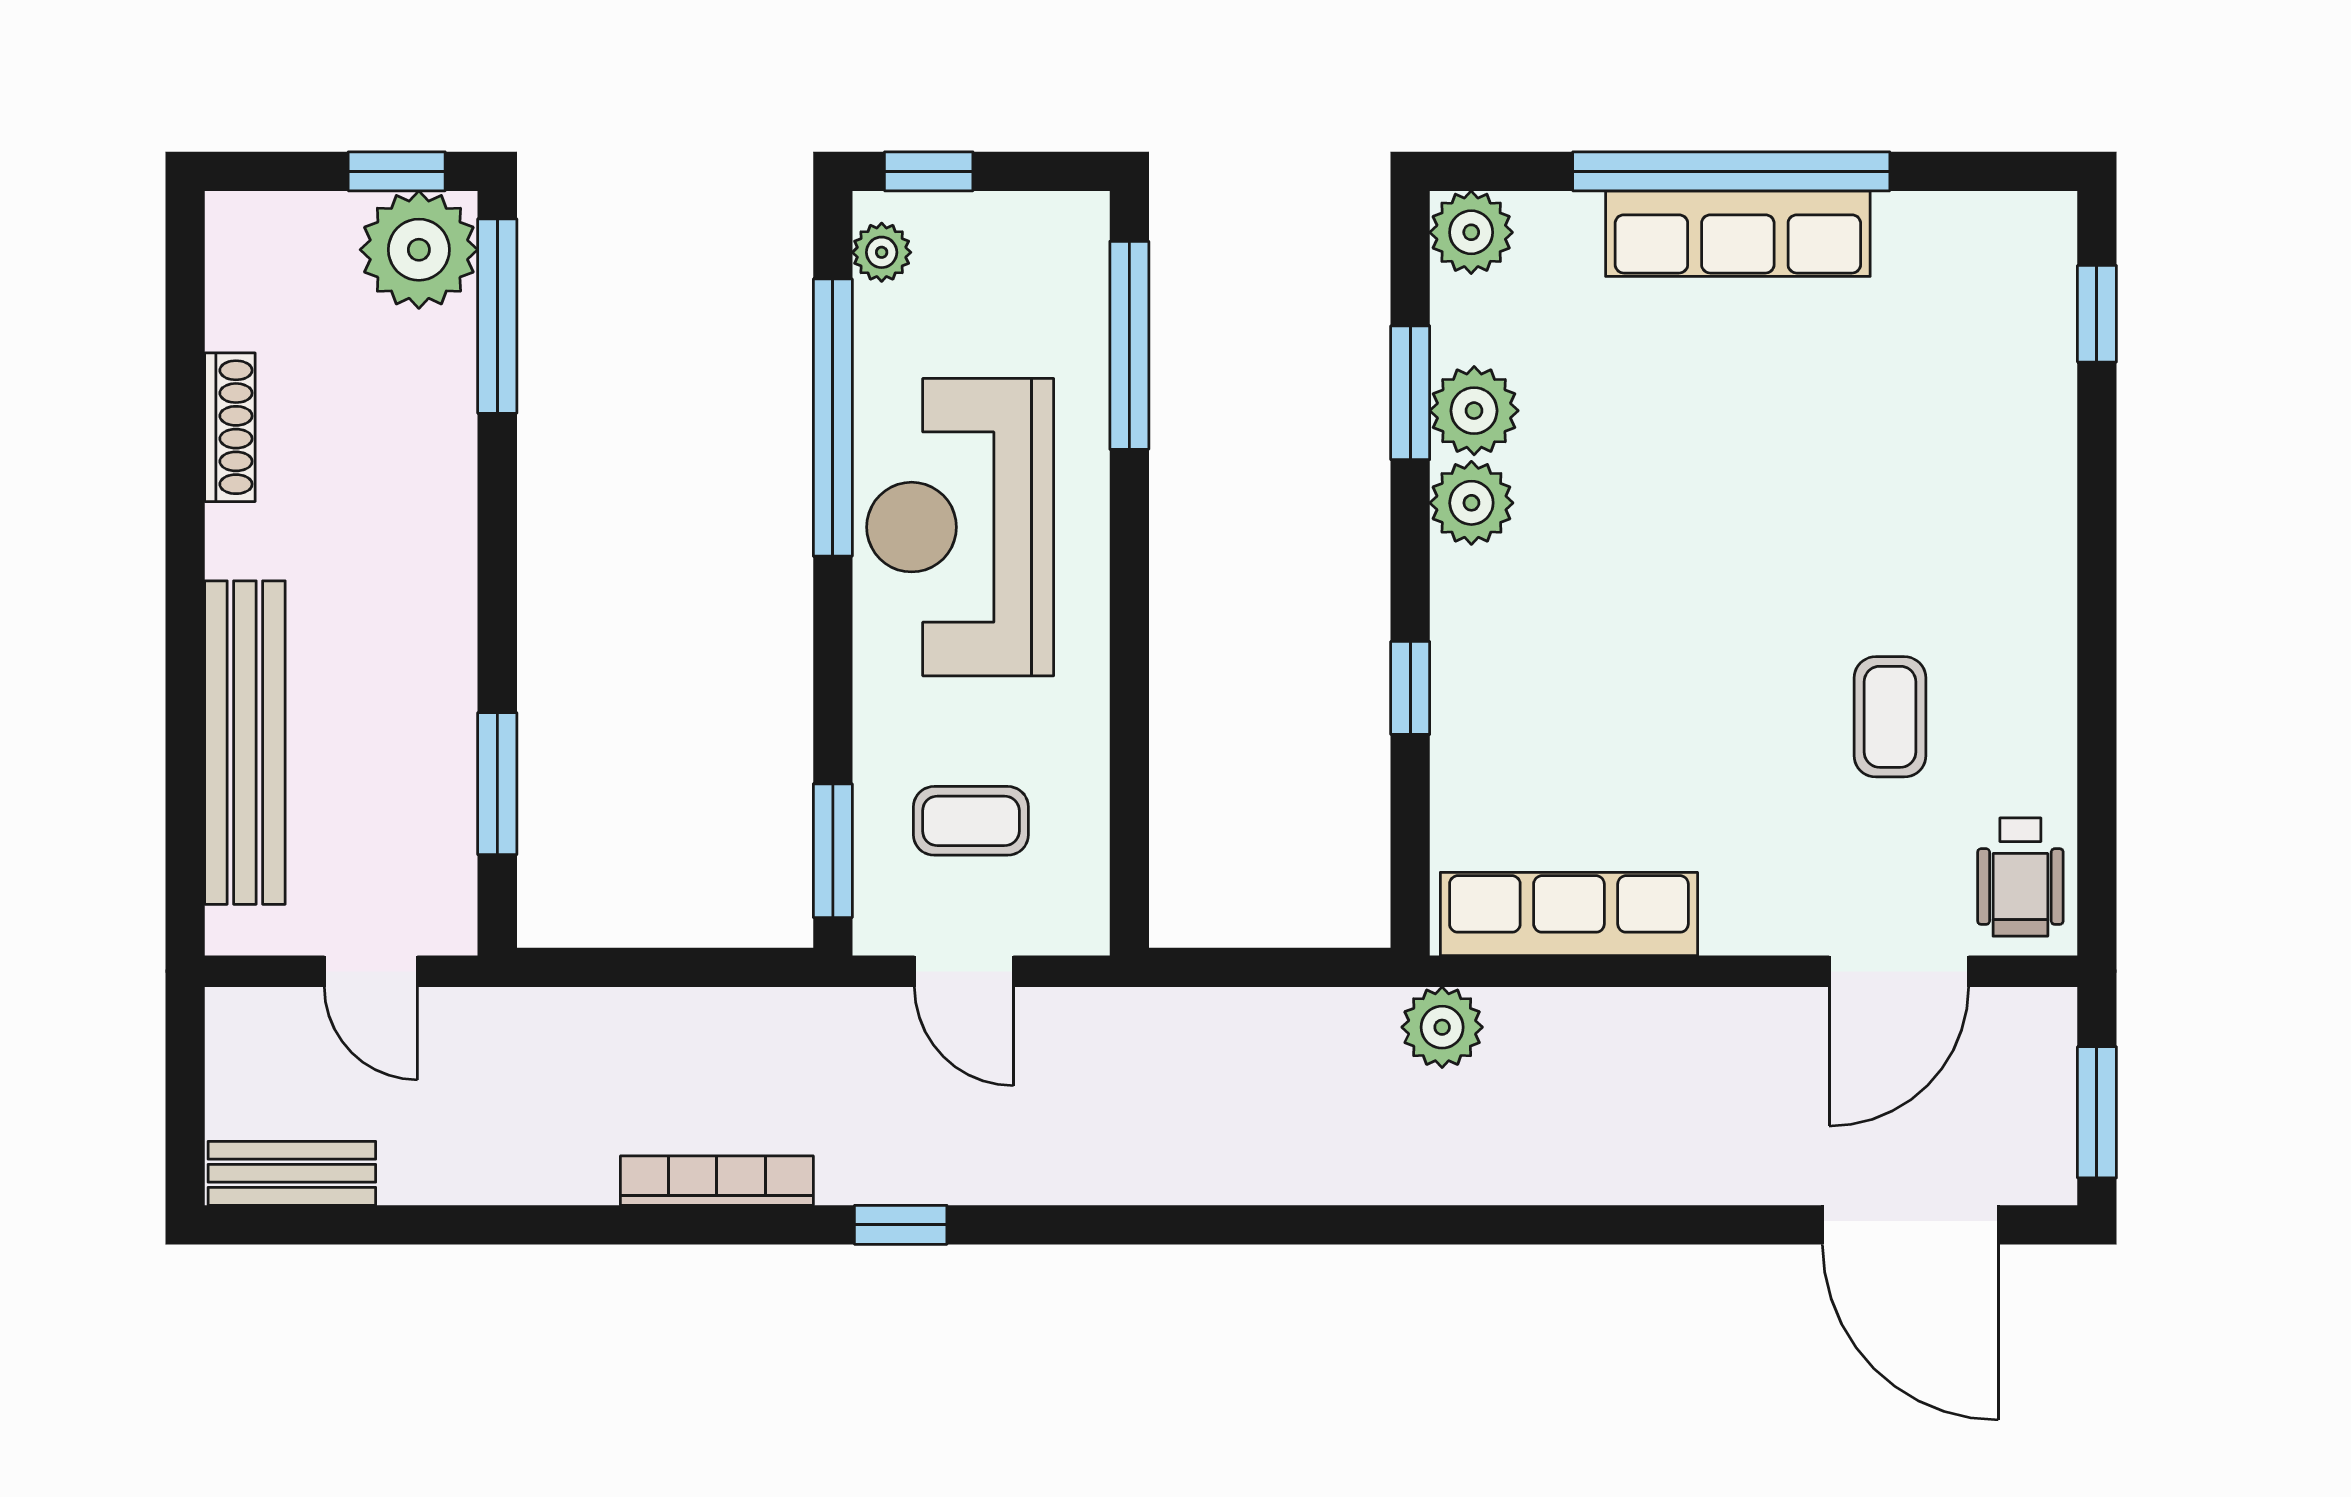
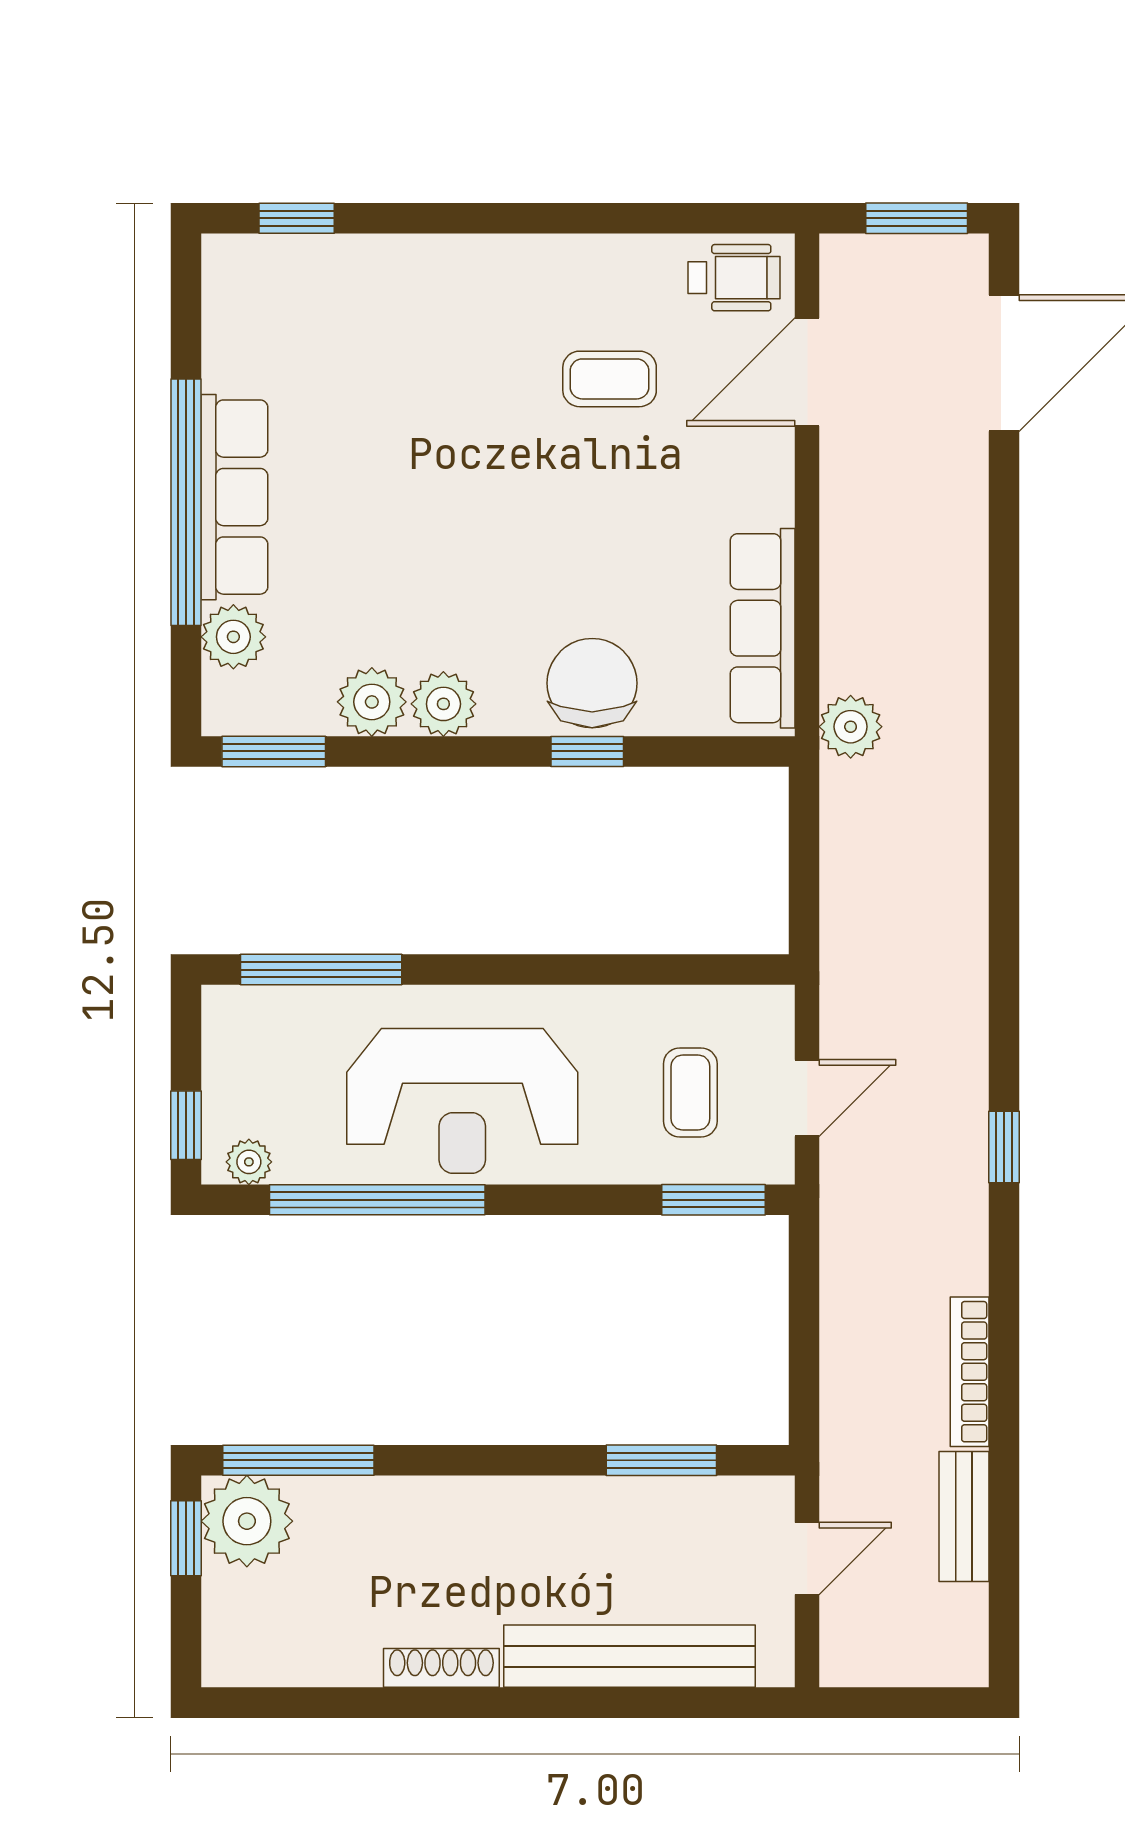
plant: (1471, 232) -> (233, 637), moved
window: (1410, 393) -> (274, 751), moved
shoe rack: (230, 427) -> (441, 1668), moved
chair: (1498, 694) -> (592, 683), added
door: (1899, 971) -> (807, 372), swing flipped
bench: (292, 1173) -> (964, 1516), moved
bookcase: (717, 1181) -> (970, 1372), moved

